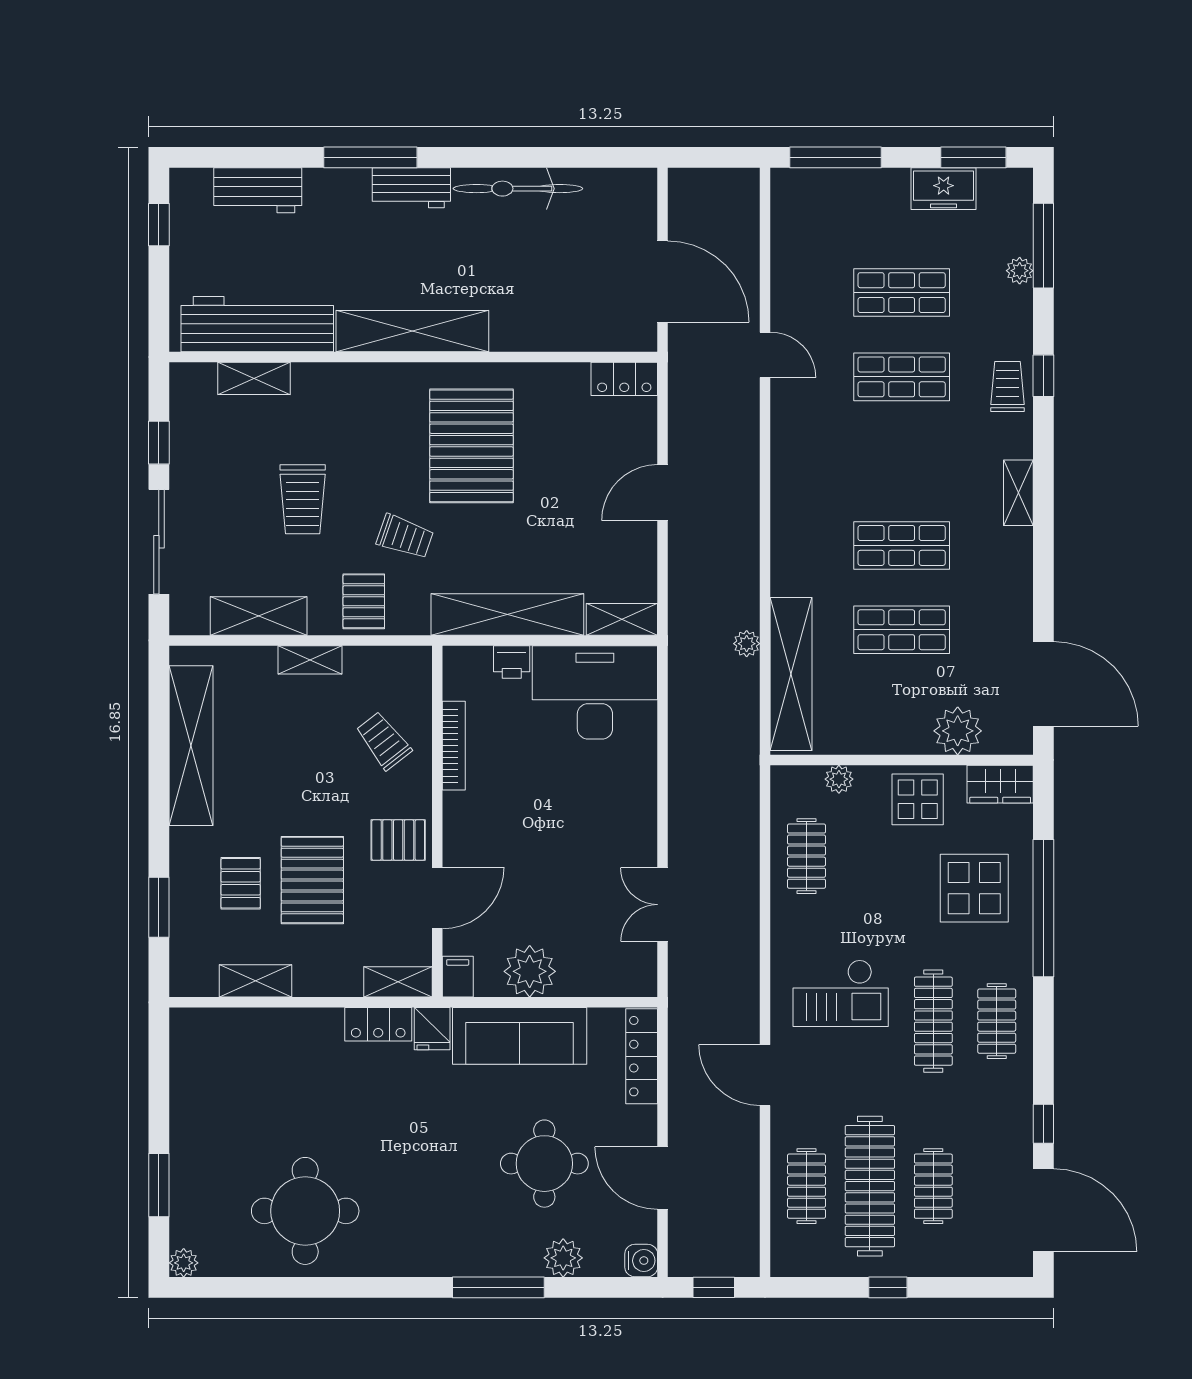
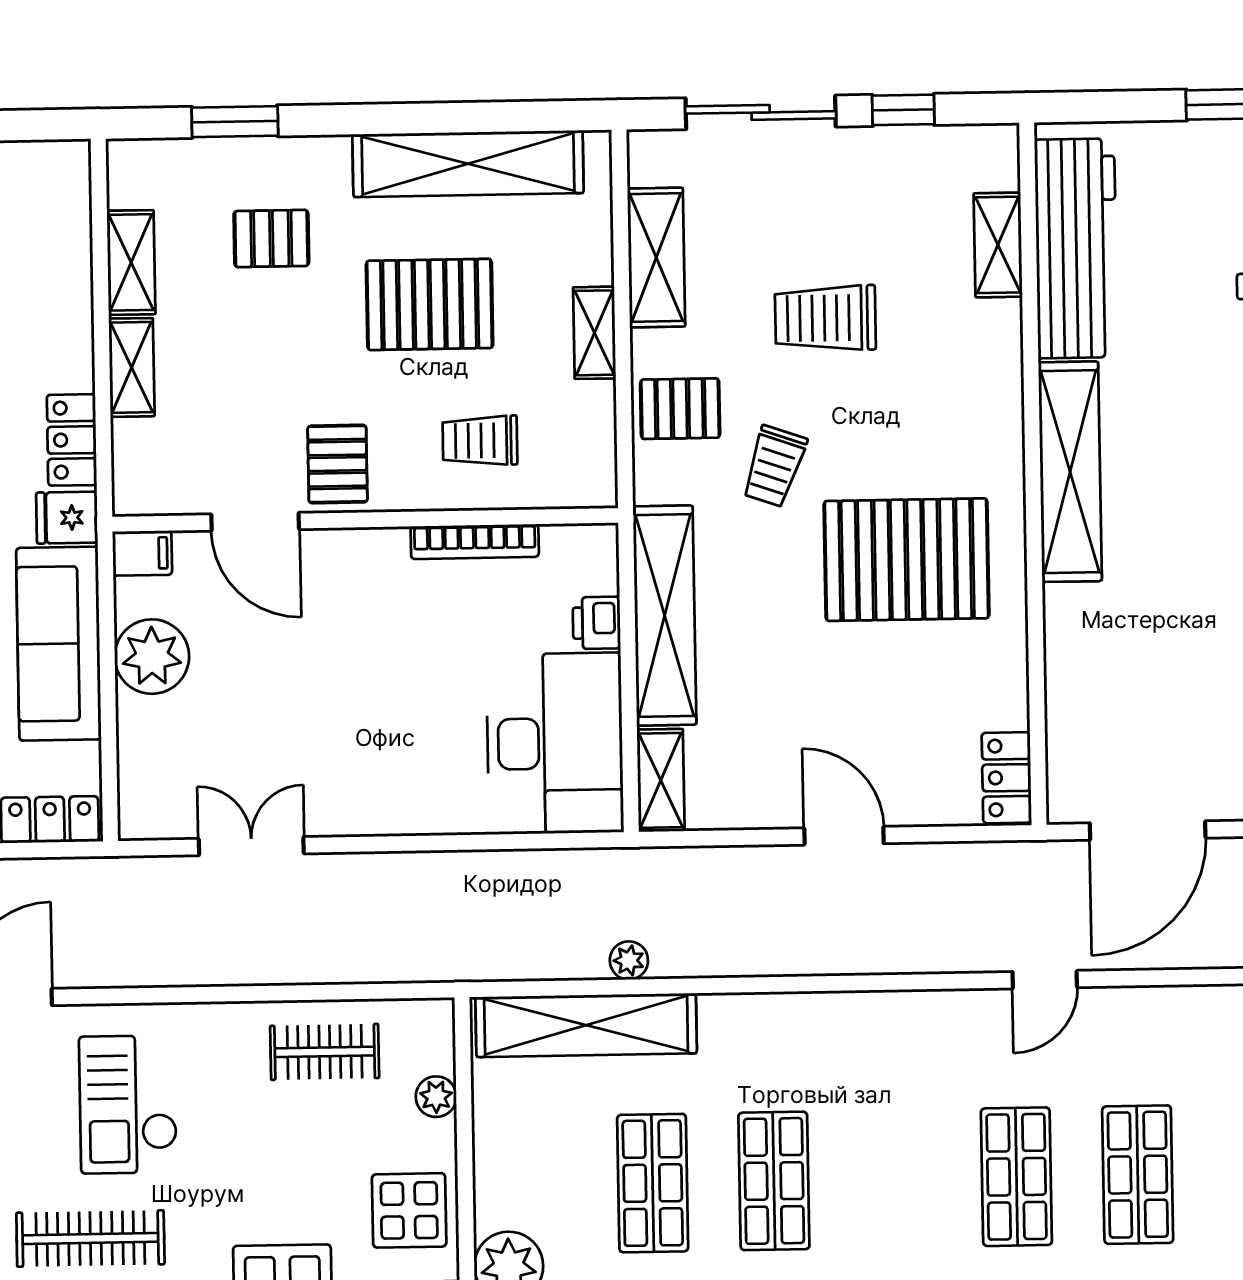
trolley: (384, 741) -> (480, 441), turned -142
pallet: (312, 880) -> (430, 304), moved
shelving: (398, 982) -> (132, 367), moved

